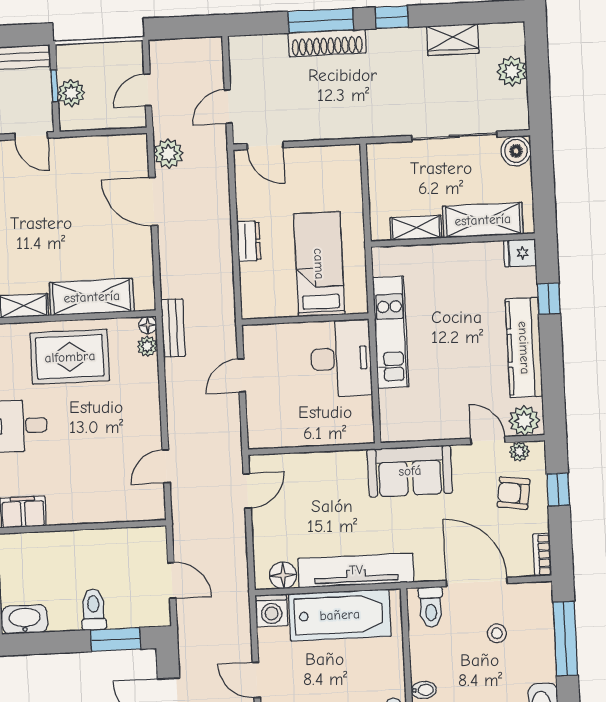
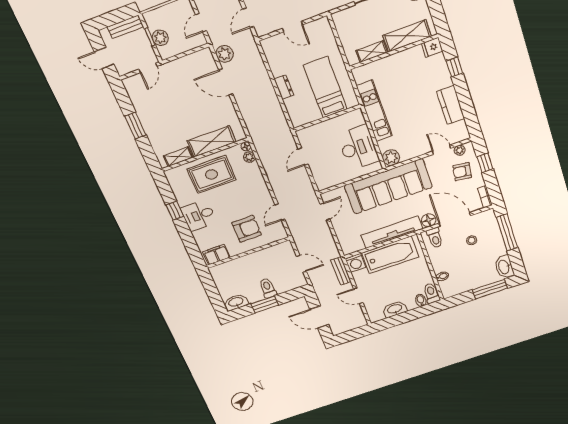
door: (31, 136) -> (148, 68), hinge flipped
door: (265, 146) -> (292, 27), moved
bench: (173, 328) -> (341, 271), moved
kitchen counter: (524, 348) -> (451, 105), width x0.67
desk: (341, 359) -> (358, 148), moved
plant: (524, 421) -> (391, 158), moved
sofa: (410, 471) -> (388, 186), width x1.85, depth x1.27
armchair: (96, 479) -> (247, 229), added
floor lamp: (283, 575) -> (429, 220), moved
window: (116, 639) -> (265, 304), moved

